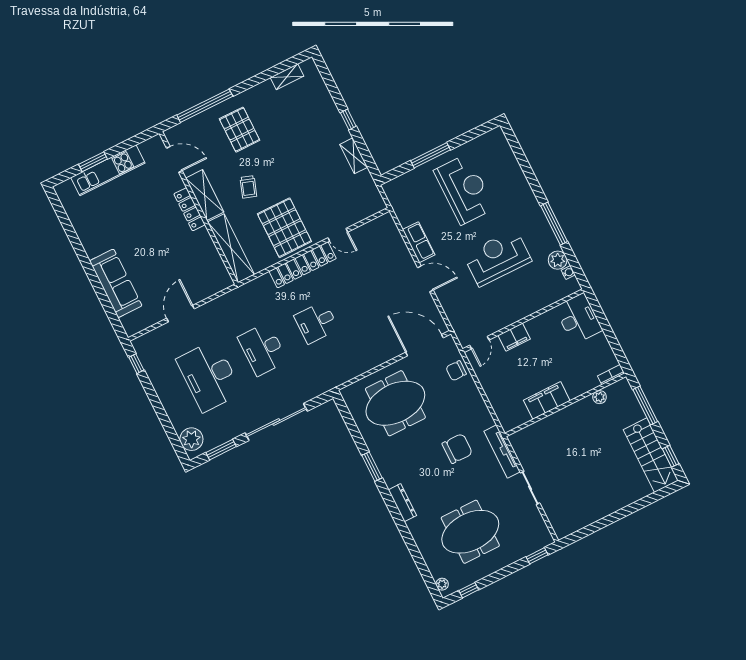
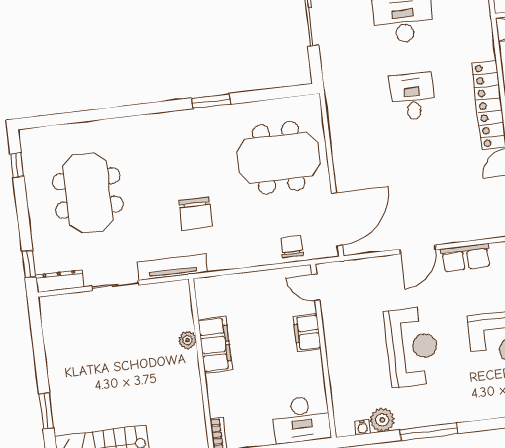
plant: (600, 397) -> (187, 340), moved
meeting table: (395, 403) -> (279, 158), turned 90
dresser: (402, 503) -> (60, 281), moved, turned 180
window: (639, 505) -> (46, 411), added
plant: (442, 584) -> (36, 135), removed

